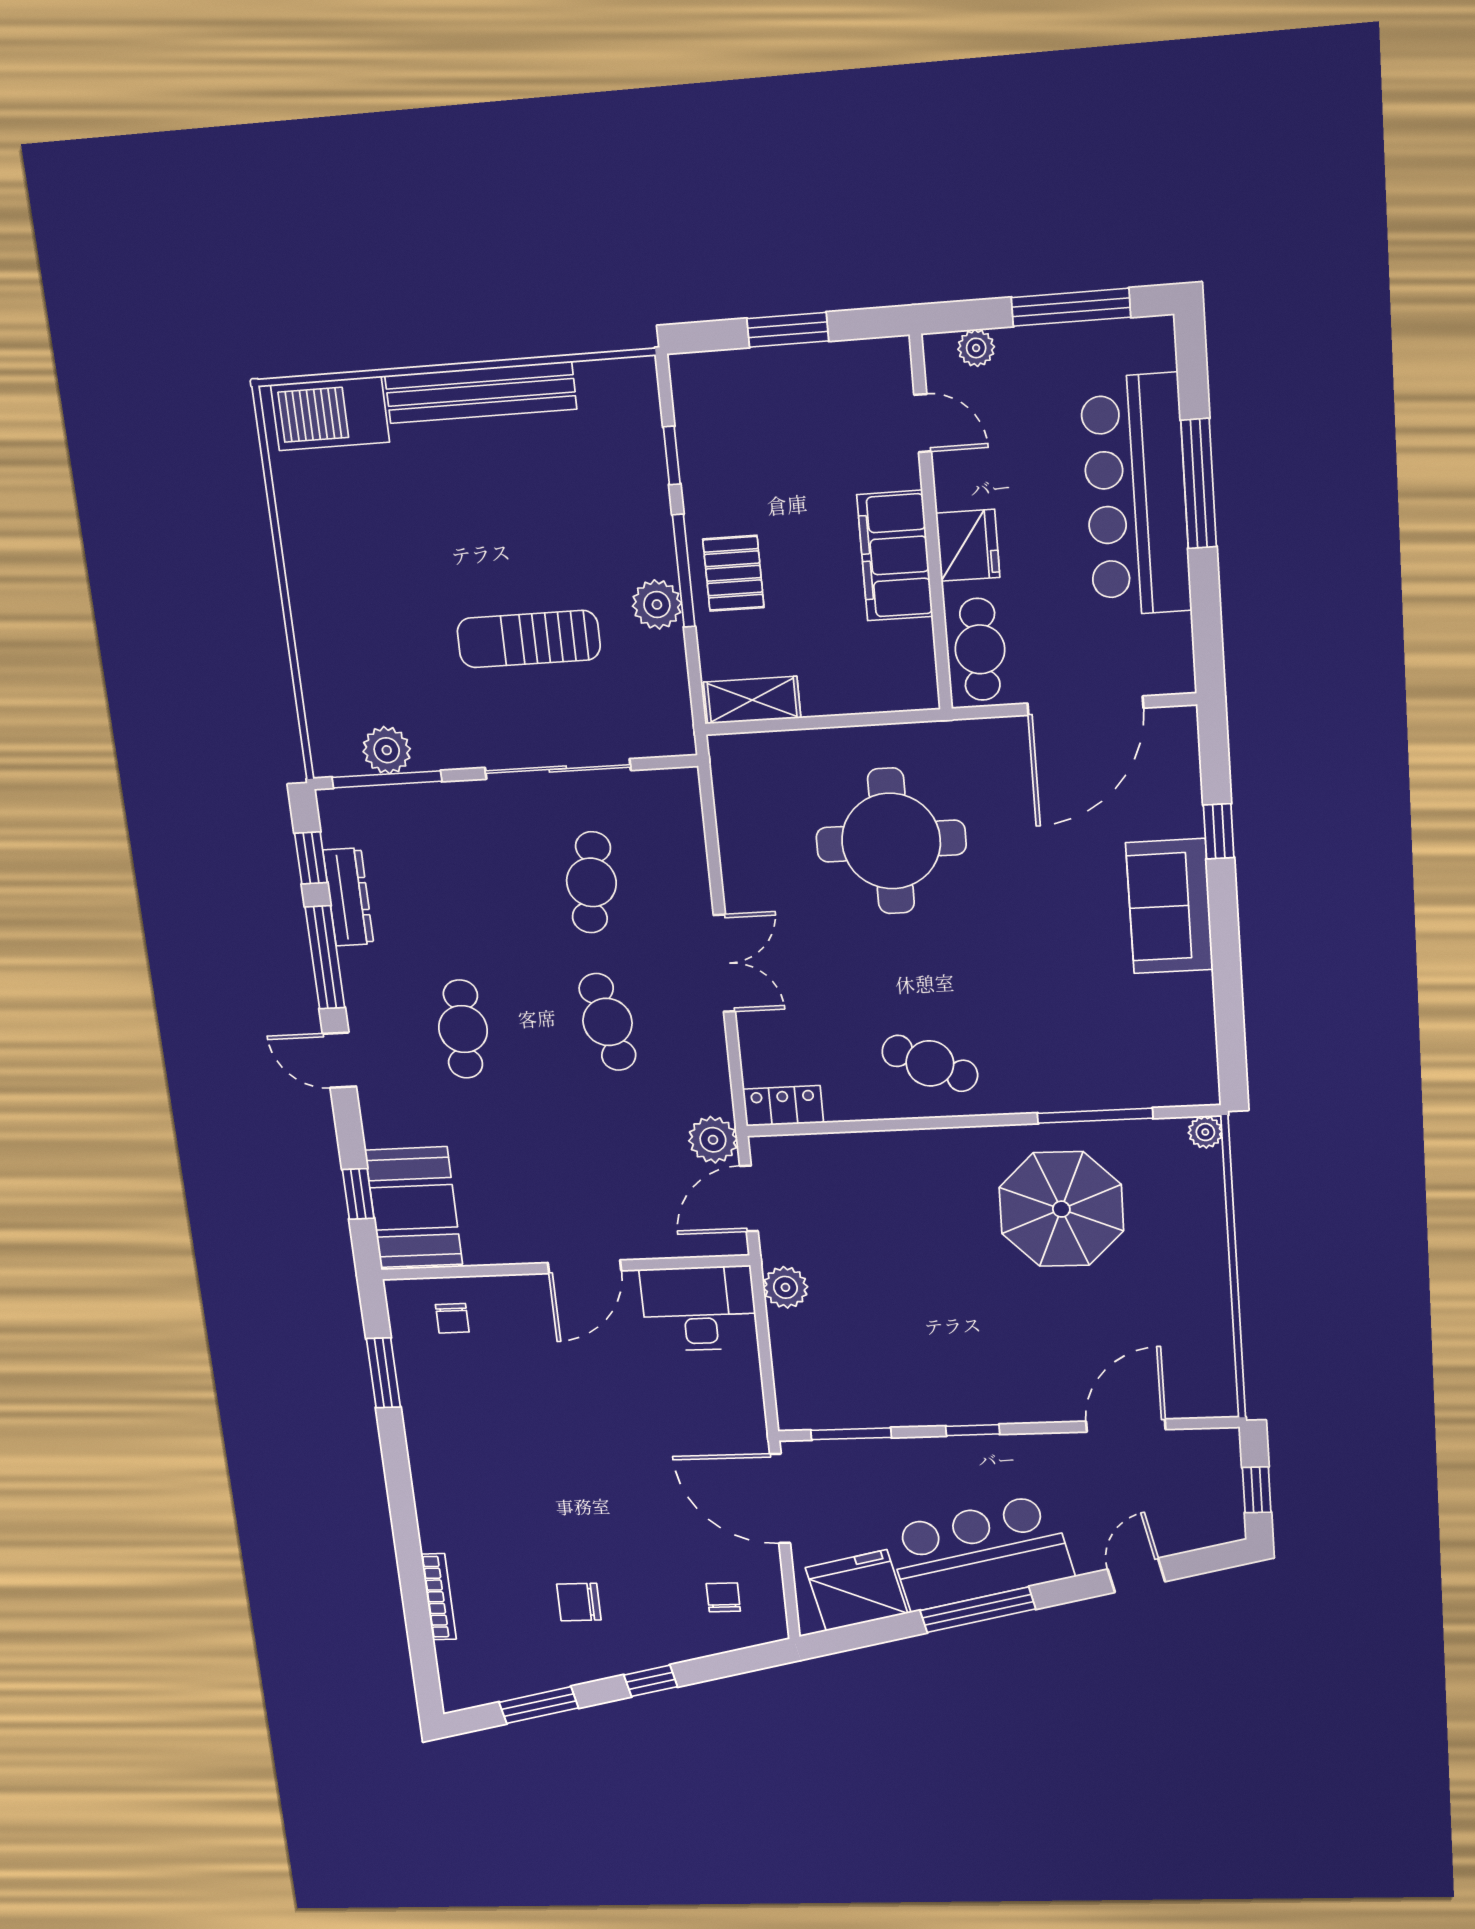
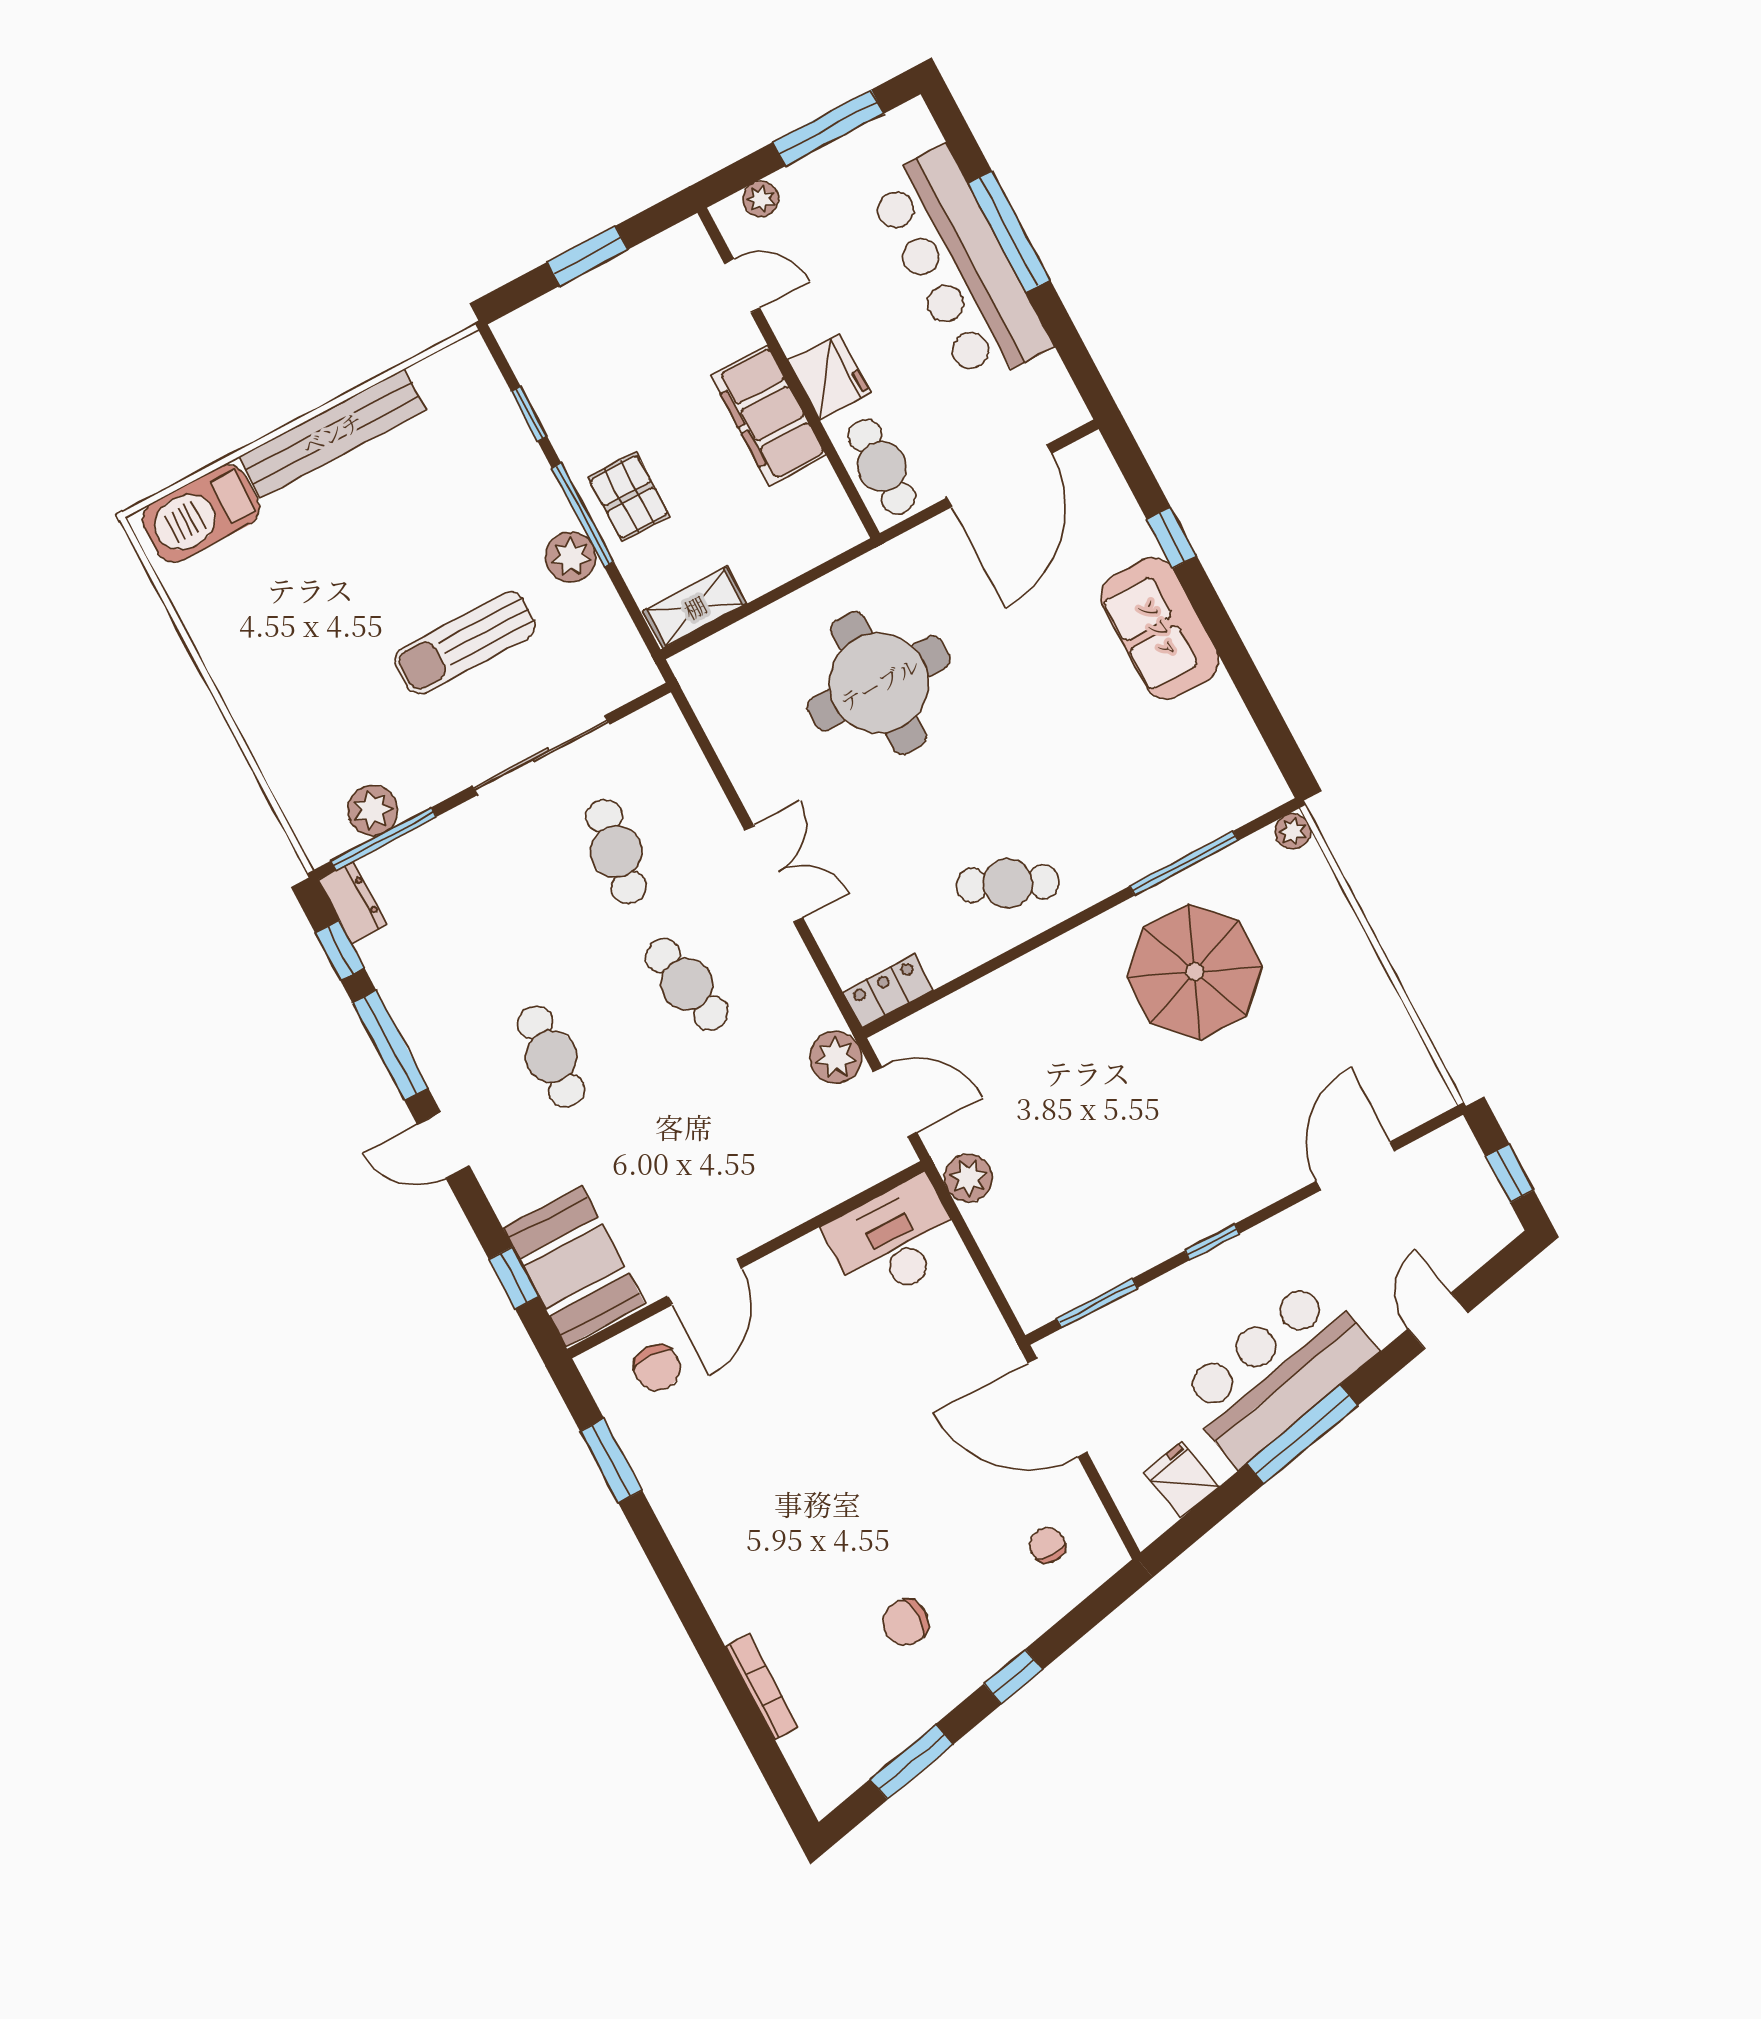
dresser: (348, 897) -> (352, 902), moved, width x0.70
door: (749, 1199) -> (895, 1102), swing flipped
door: (585, 1267) -> (704, 1282), moved
chair: (452, 1318) -> (657, 1368), width x1.37, depth x1.37
fridge: (857, 1590) -> (1181, 1480), width x0.53, depth x0.75

